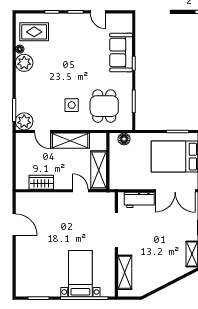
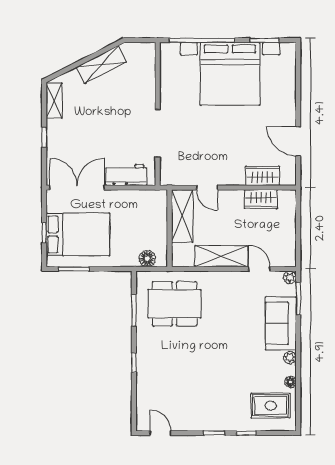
door: (98, 12) -> (161, 433), moved
sofa: (121, 52) -> (281, 323), moved, turned 180
plant: (24, 63) -> (290, 358), width x0.53, depth x0.53
side table: (72, 105) -> (219, 305), removed
dining table: (104, 106) -> (174, 304), width x1.38
plant: (24, 121) -> (290, 277), width x0.53, depth x0.53
wardrobe: (40, 199) -> (263, 176), added
shelving: (125, 272) -> (101, 65), moved, turned 63
bed with nightstands: (80, 274) -> (230, 74), width x1.85

